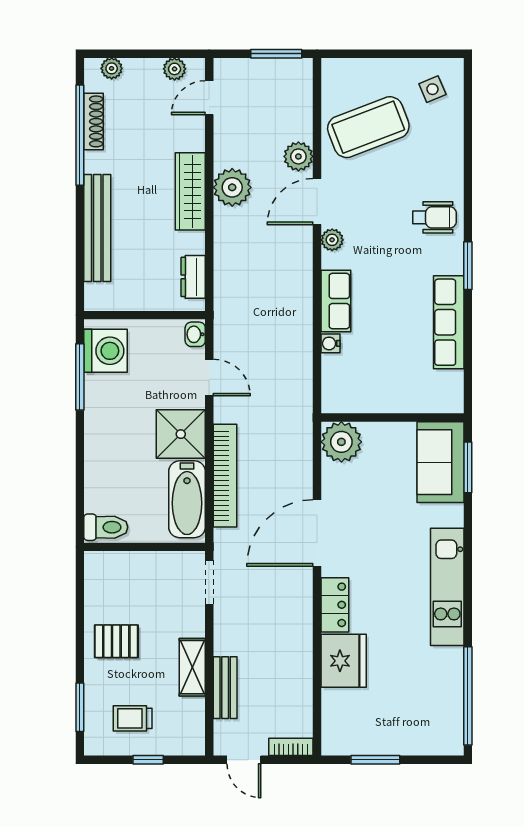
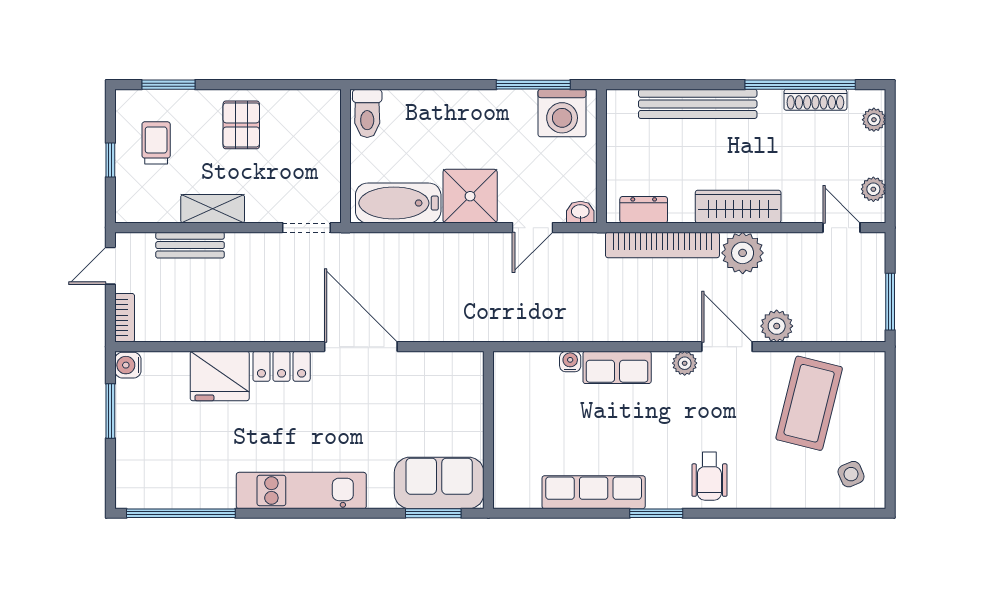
coffee table: (368, 127) -> (809, 403), turned 35
plant: (341, 442) -> (461, 374), removed
bookcase: (225, 476) -> (662, 245), moved
water cooler: (334, 744) -> (128, 365), added

